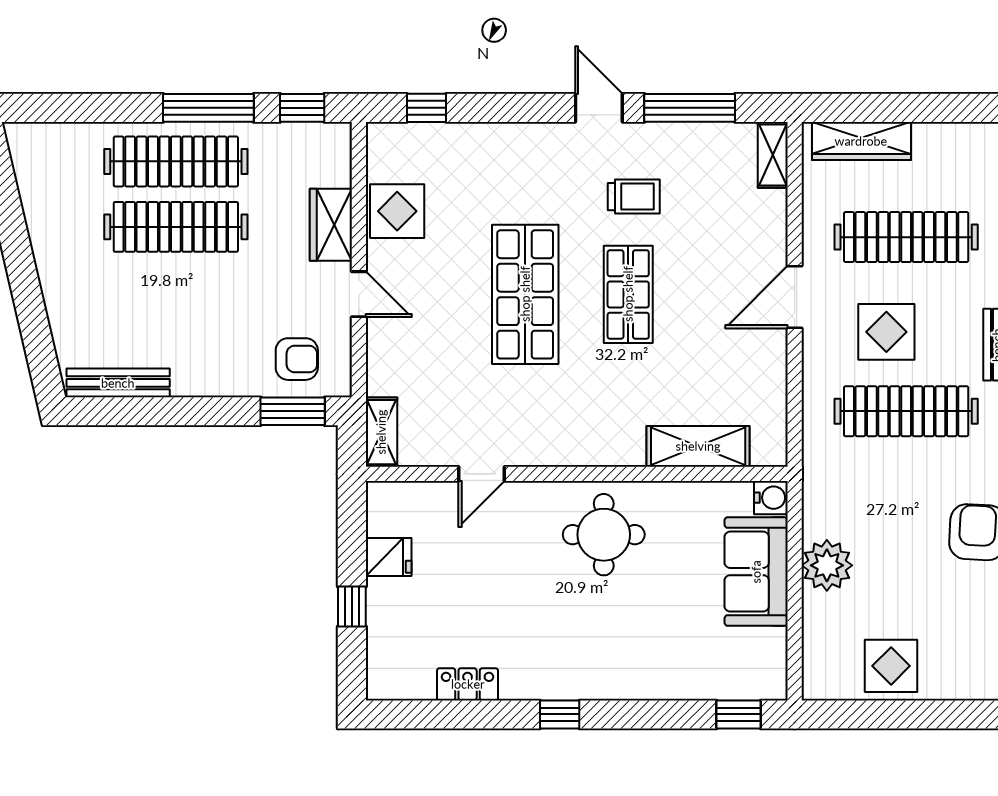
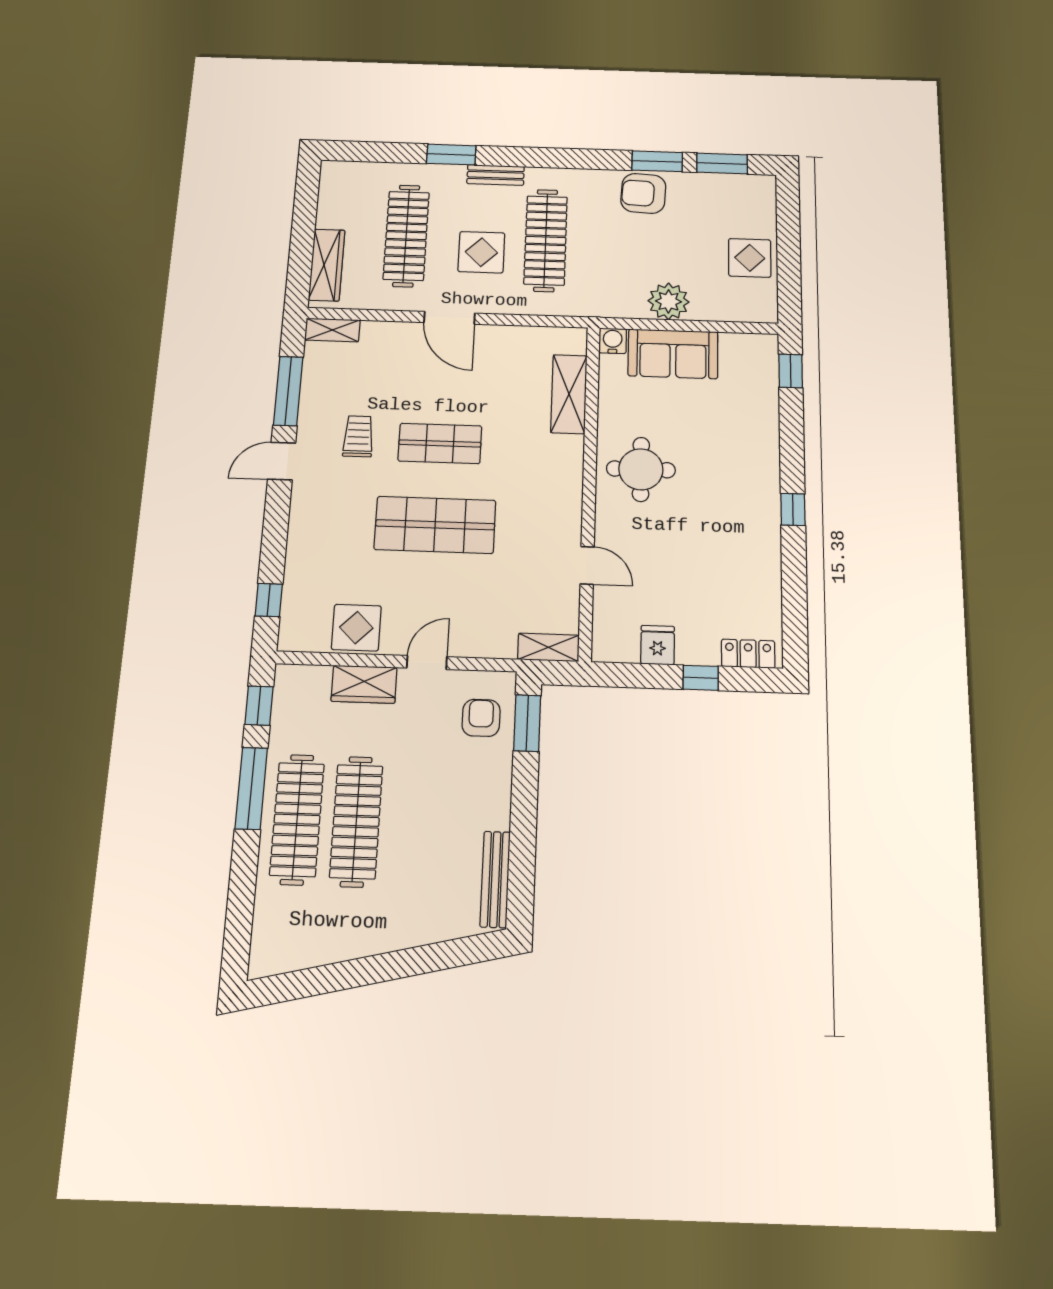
locker: (468, 684) -> (748, 654), moved, turned 90

